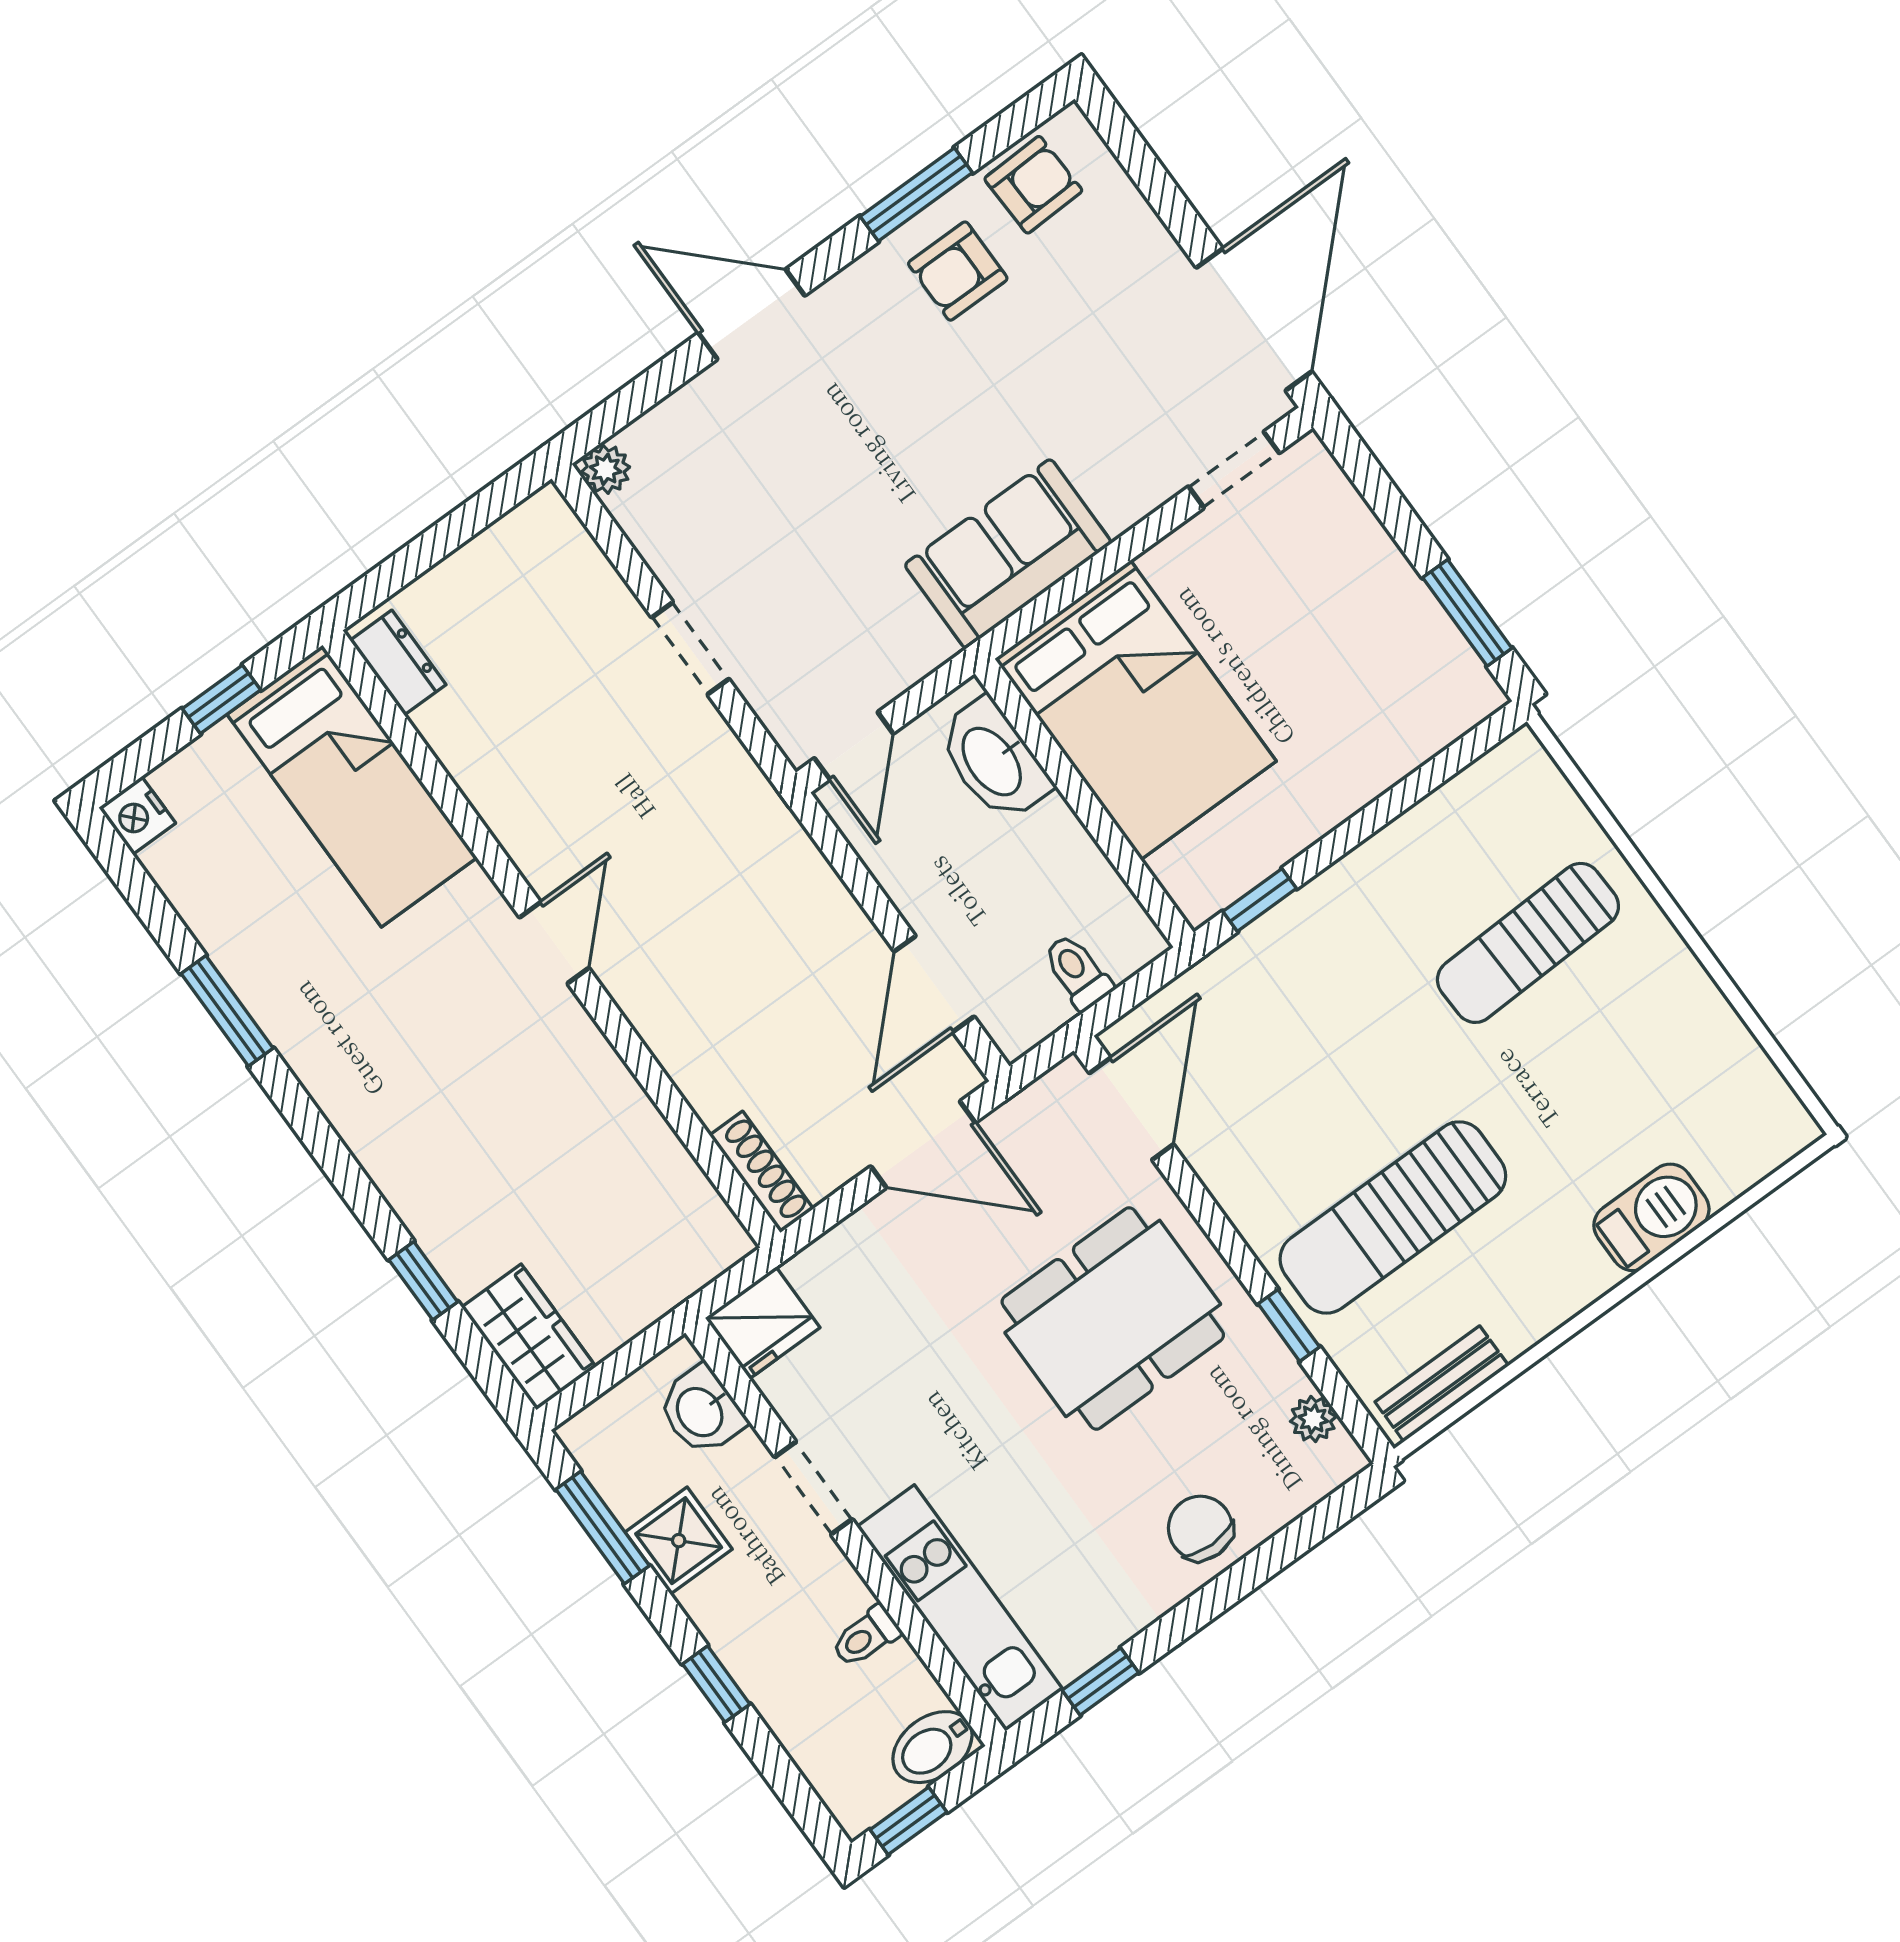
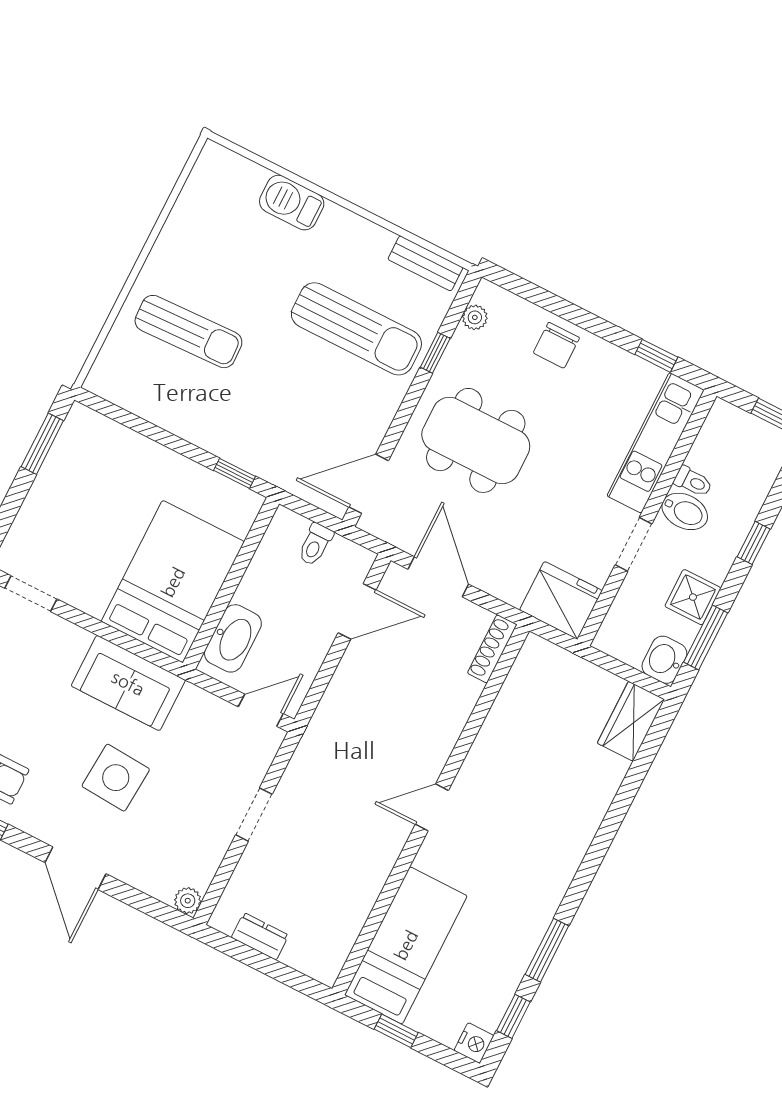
side table: (865, 455) -> (116, 778), added
dresser: (398, 663) -> (260, 936), moved, turned 90
window: (423, 1281) -> (513, 1016), moved
fridge: (763, 1323) -> (561, 600), width x1.36, depth x1.34
washbasin: (701, 1411) -> (664, 660), moved, turned 180
bidet: (932, 1747) -> (685, 511), moved

